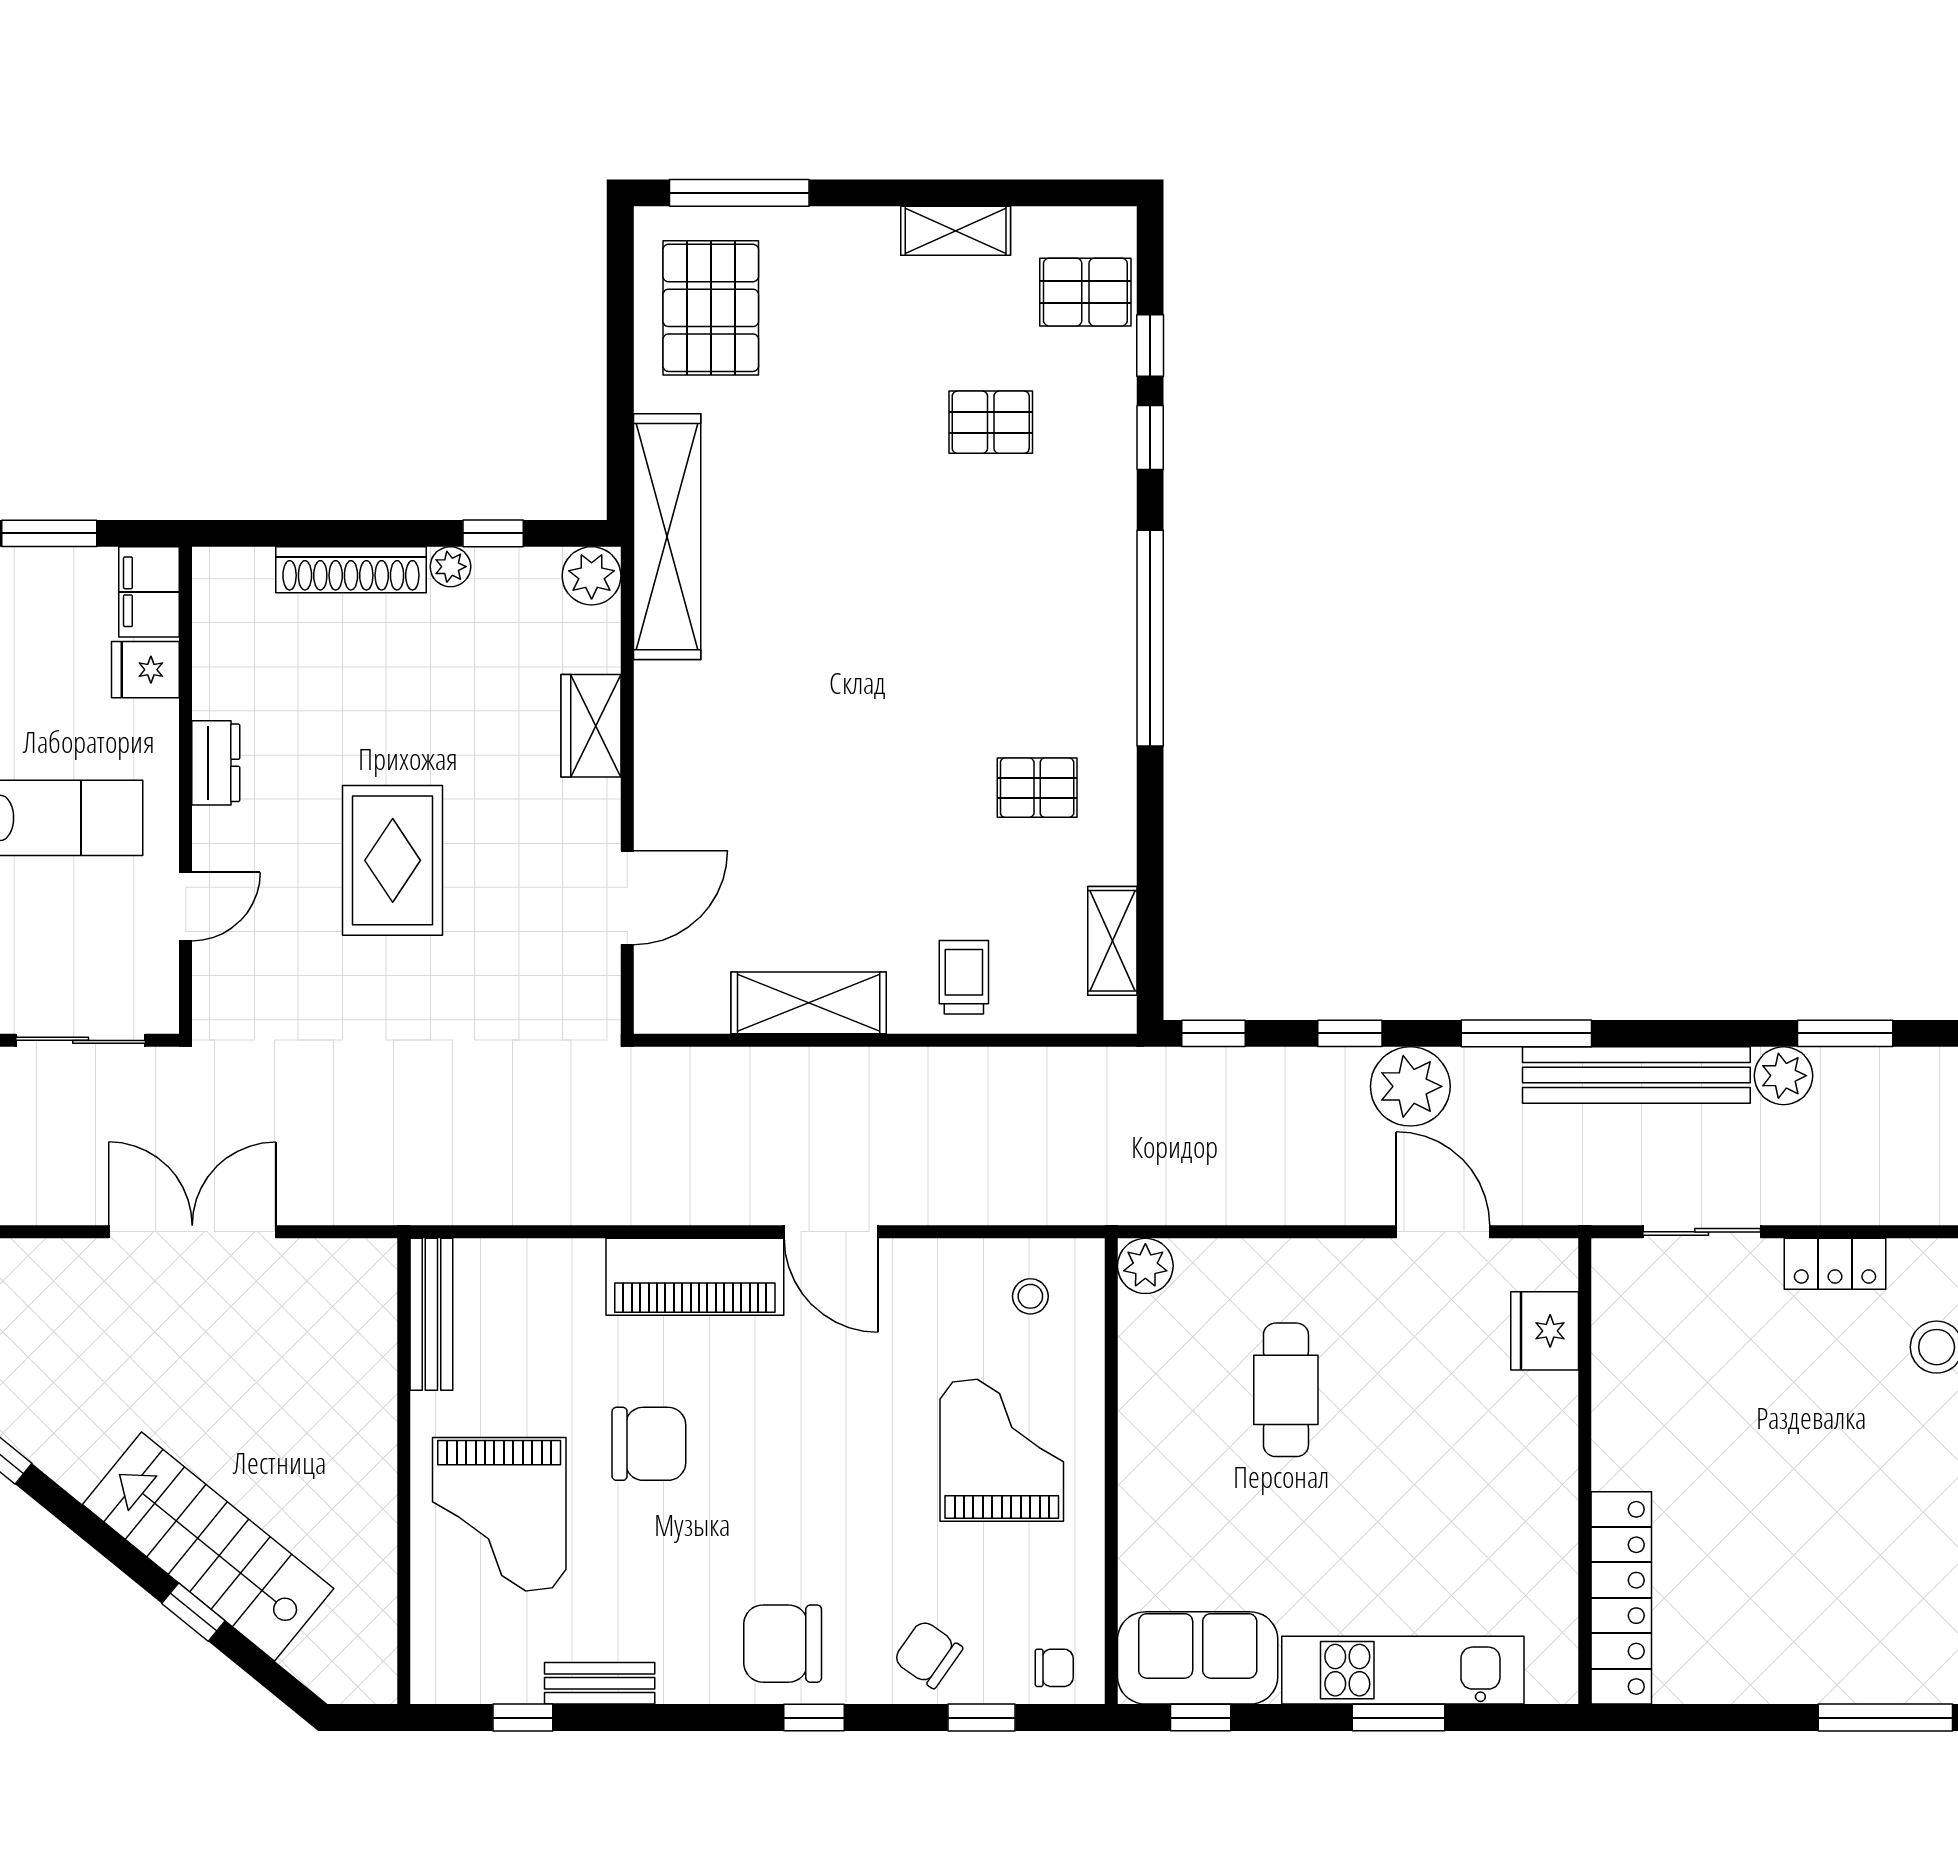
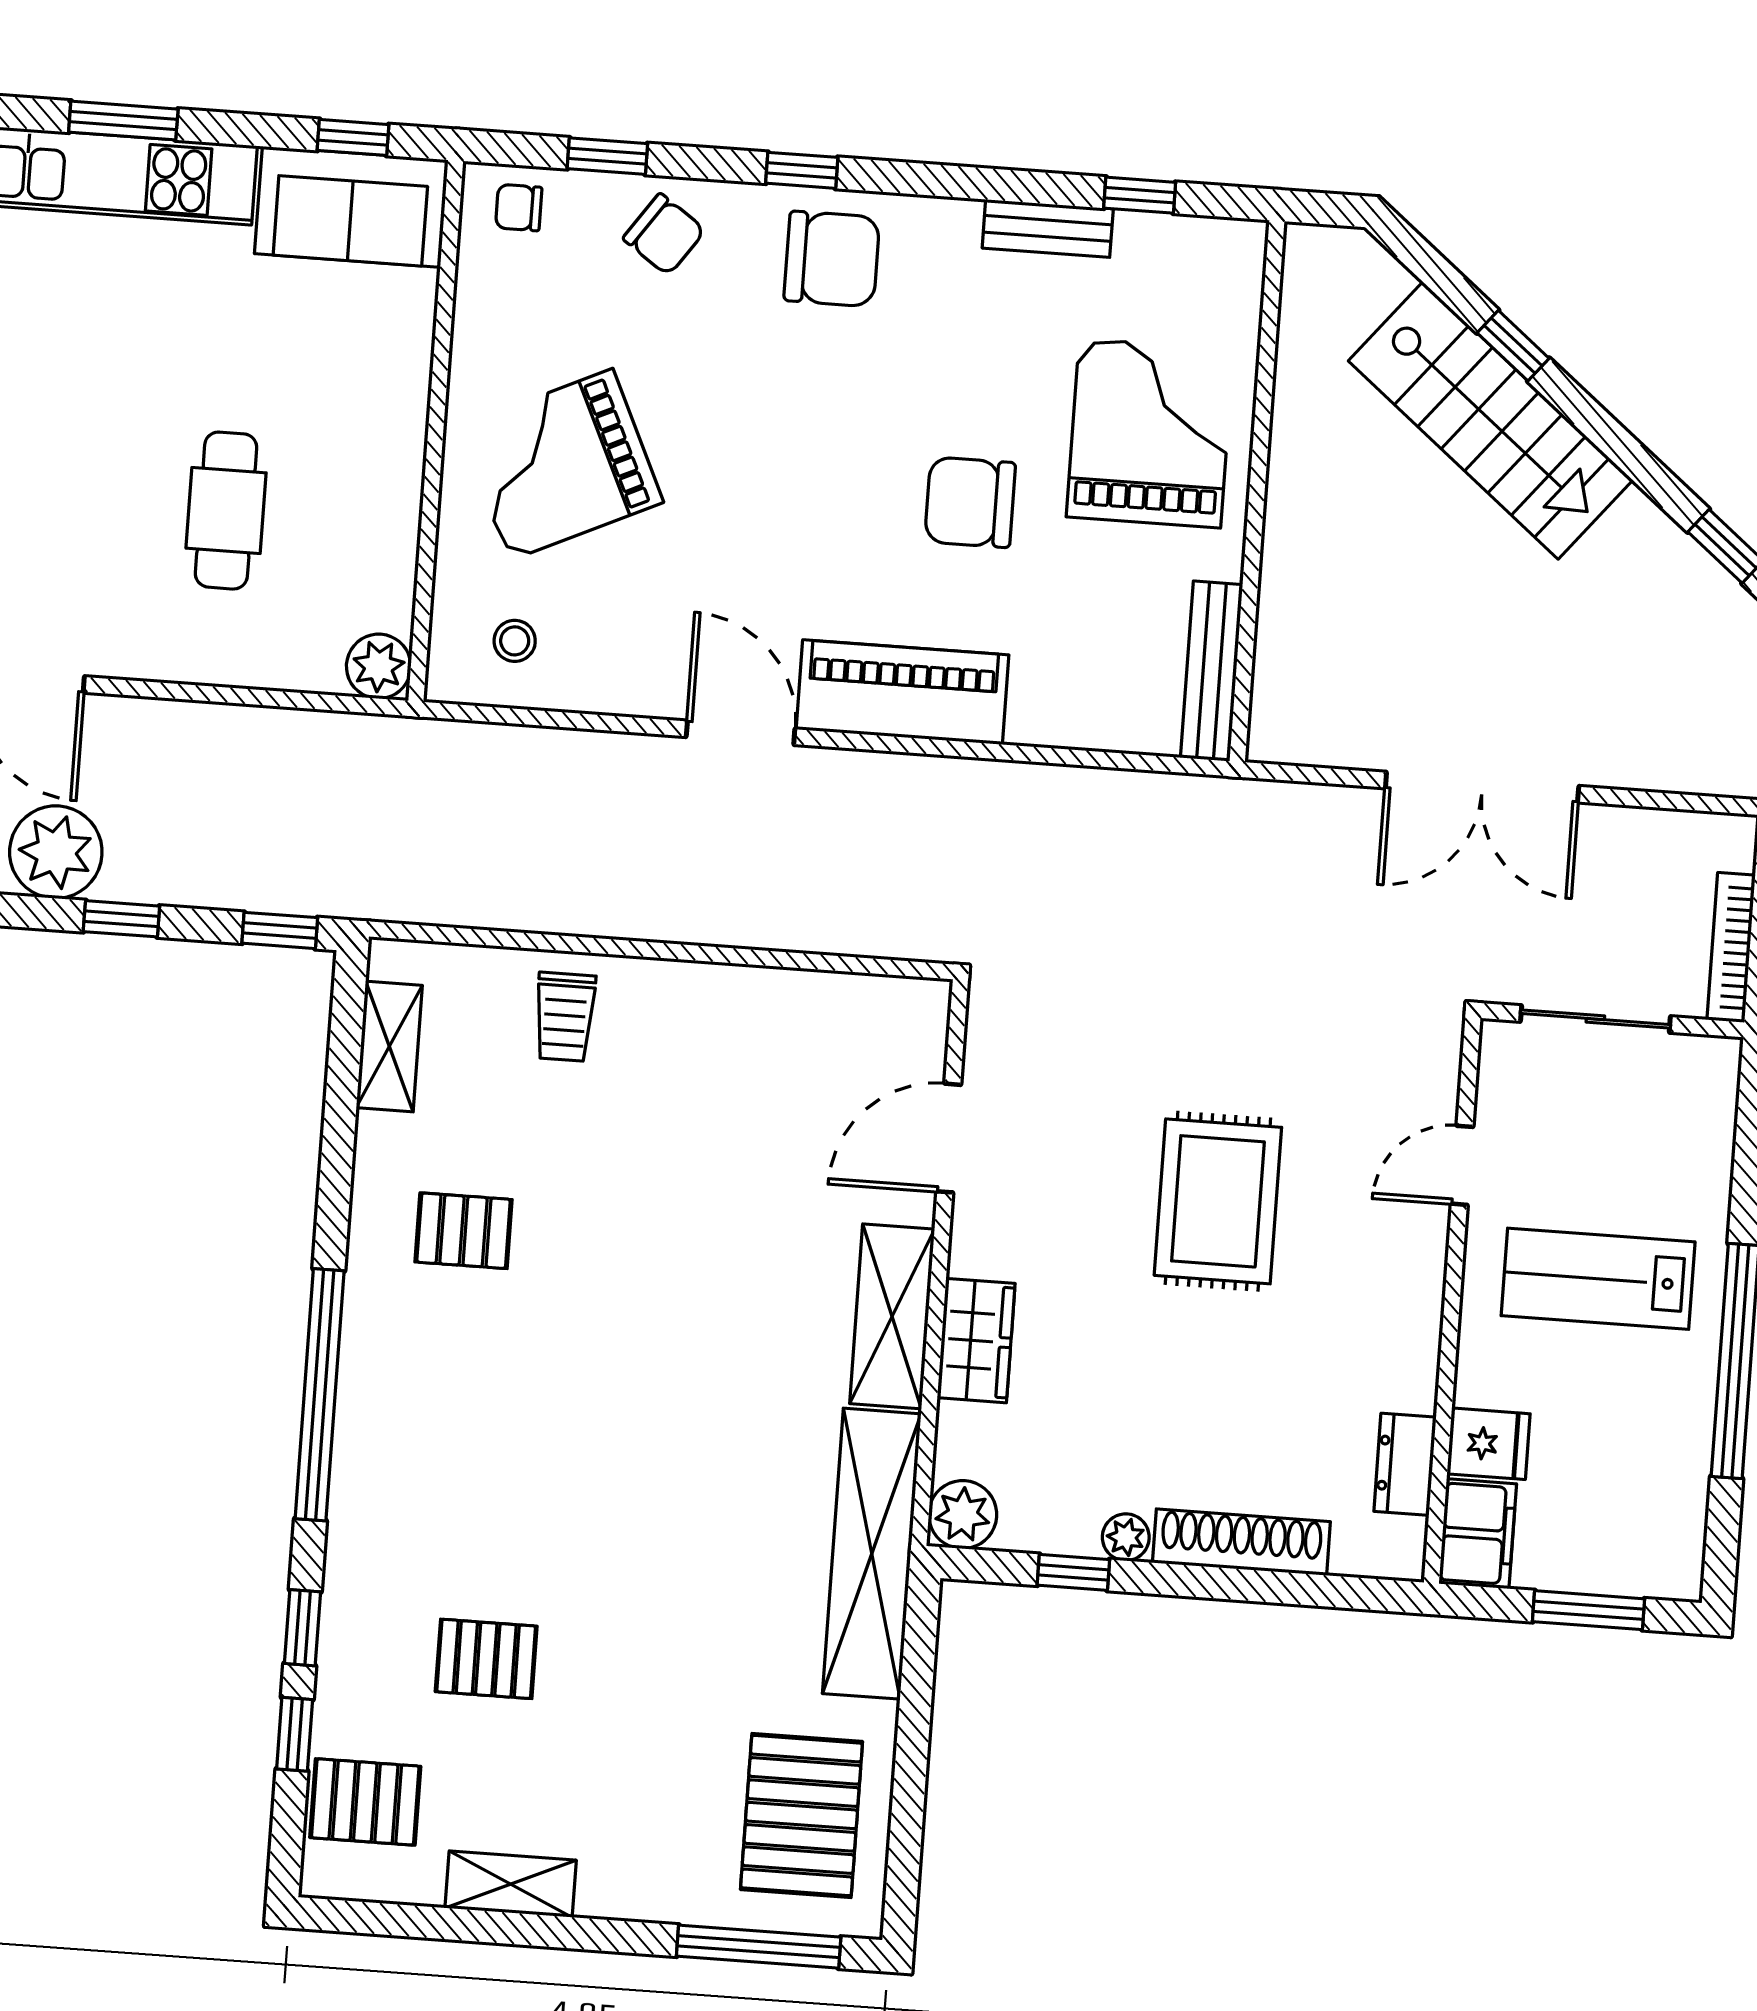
dresser: (216, 763) -> (1405, 1464), moved
shelving: (809, 1003) -> (892, 1316), moved, turned 90
grand piano: (1002, 1450) -> (561, 465), turned 65

